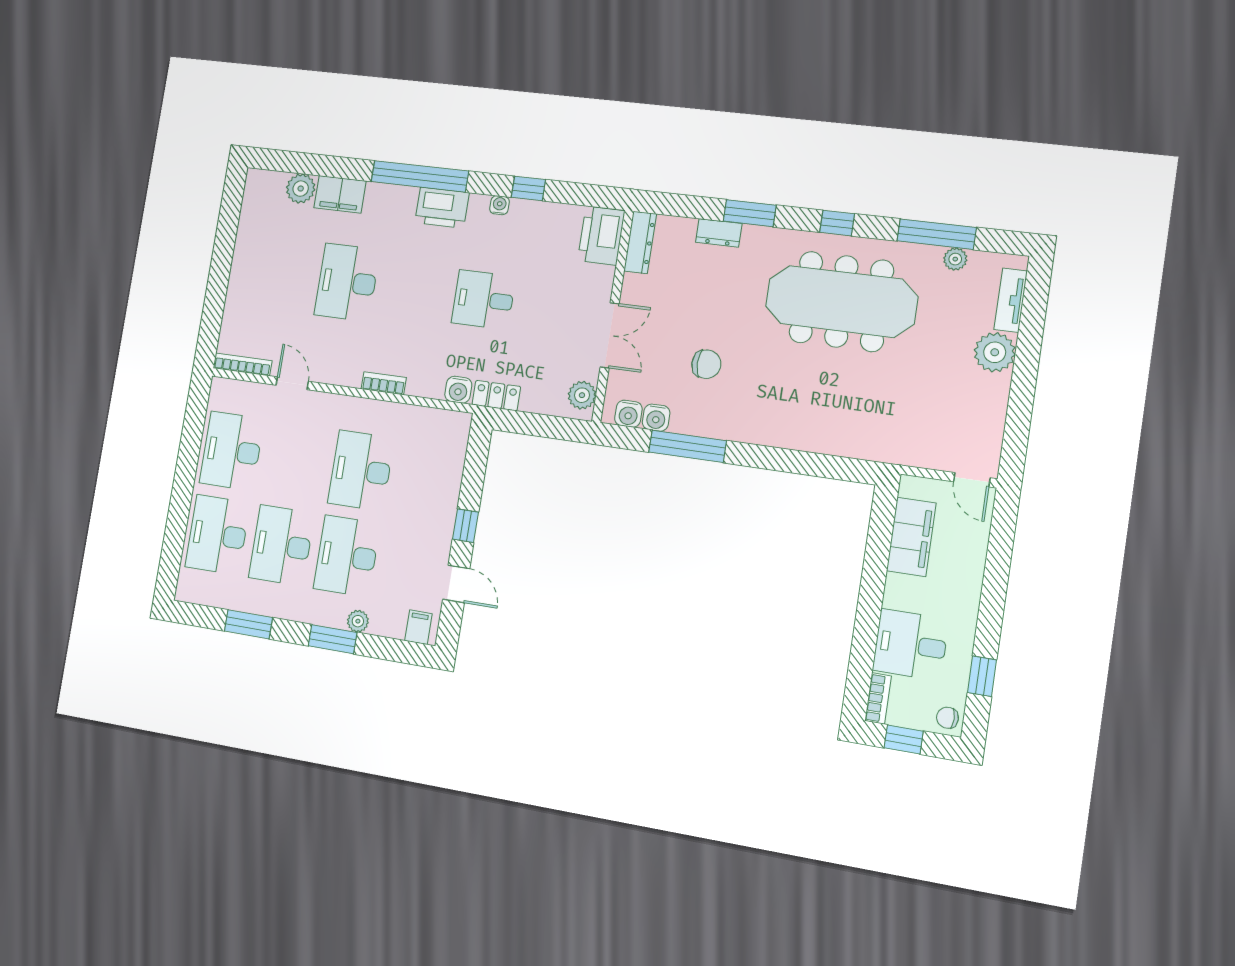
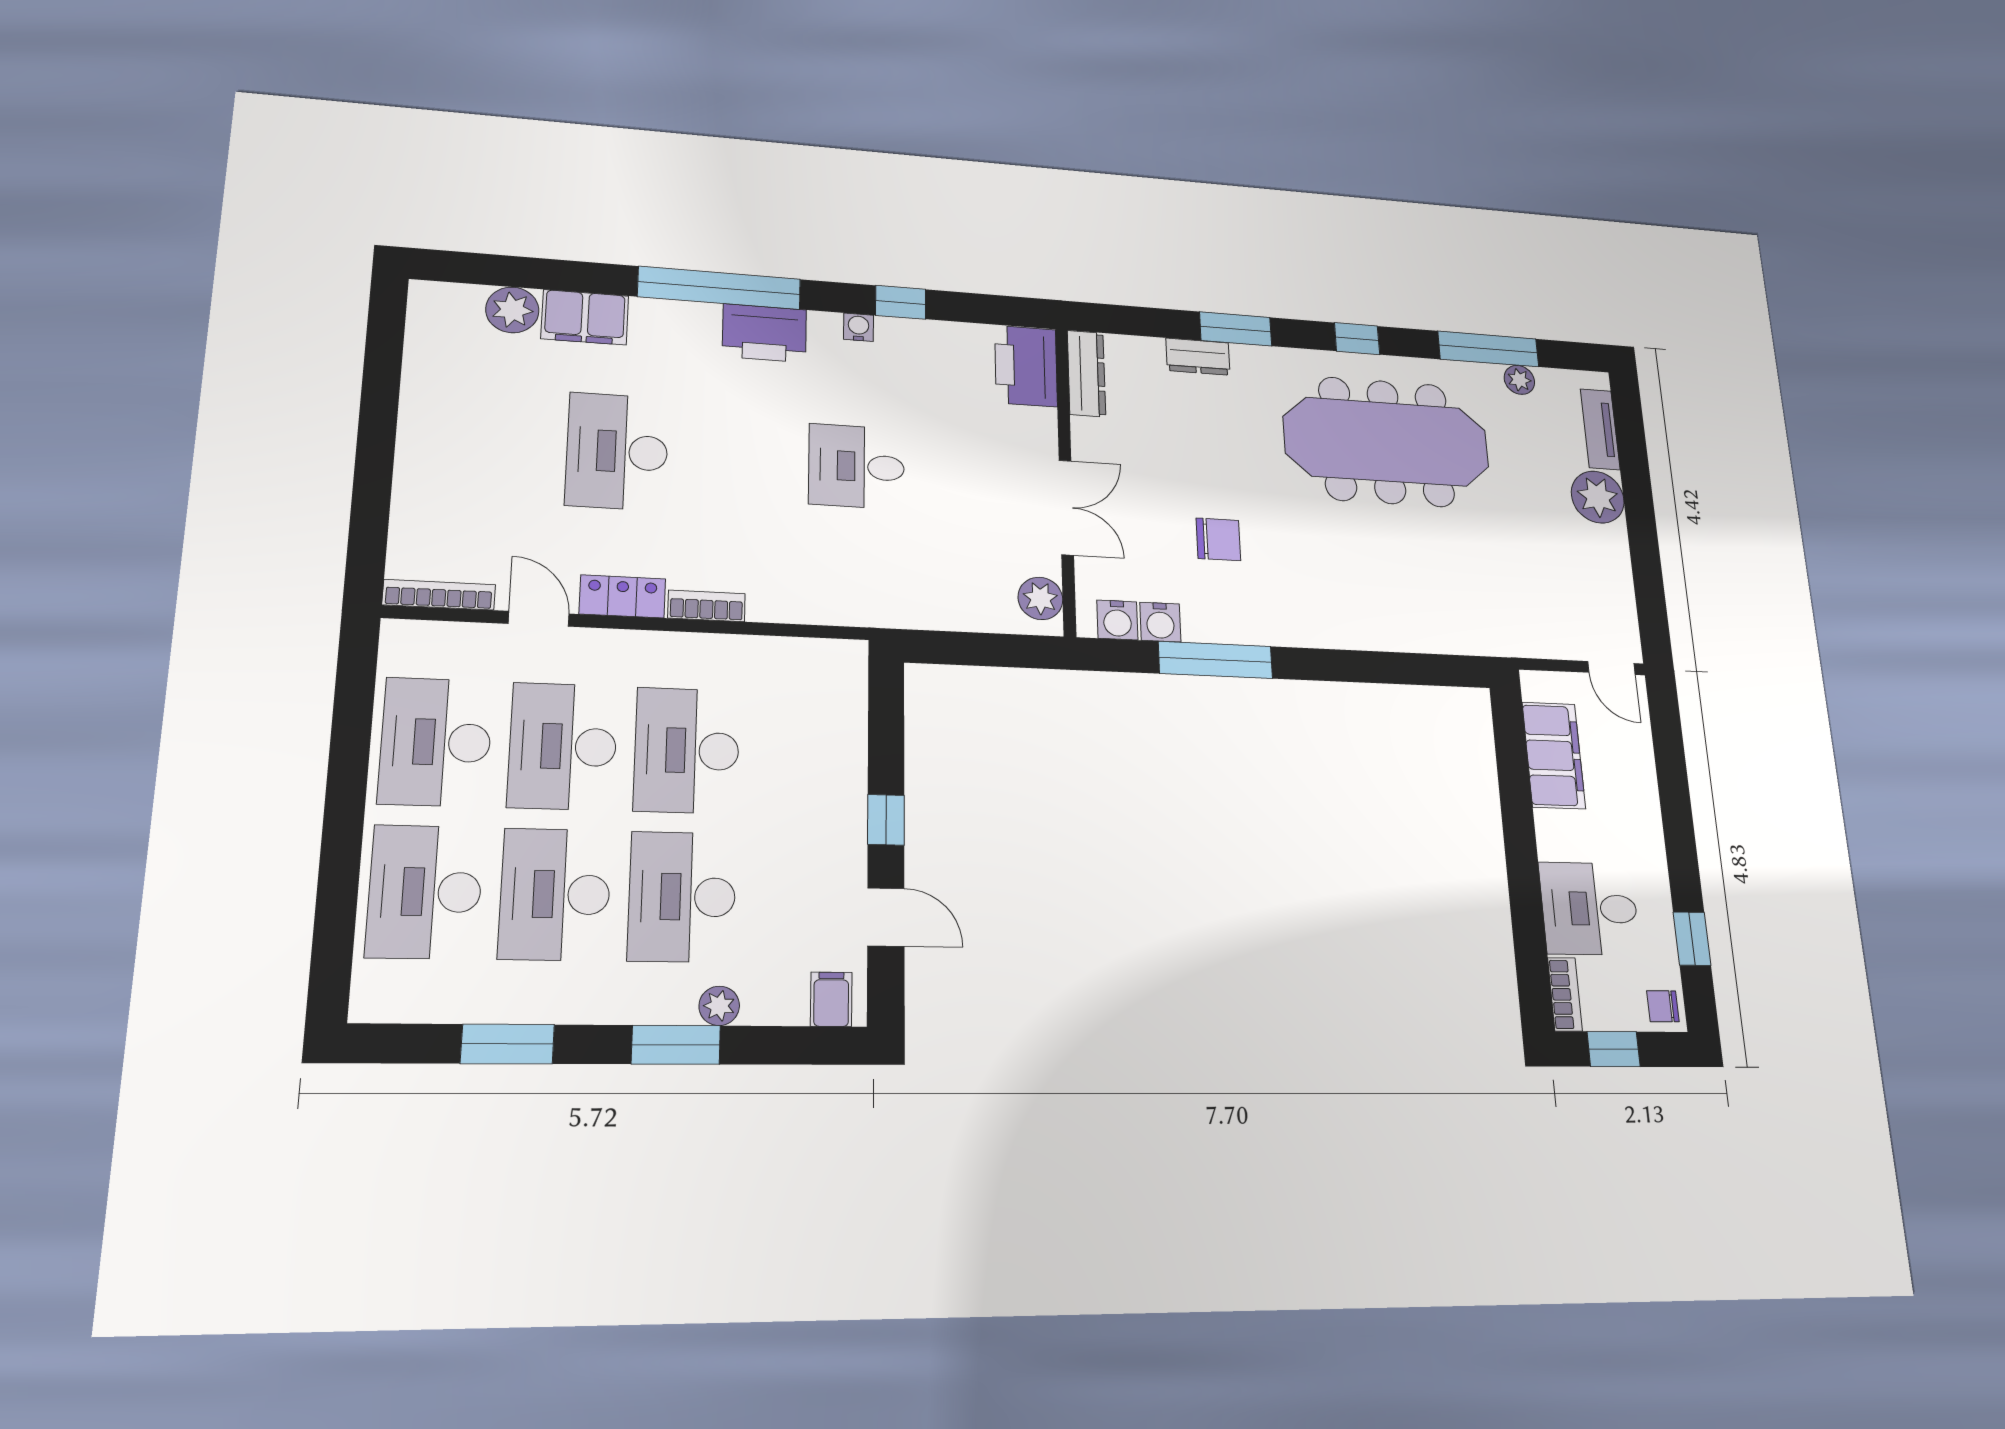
water cooler: (458, 390) -> (838, 606), removed
locker: (496, 396) -> (622, 596), moved
desk: (296, 461) -> (563, 746), added

